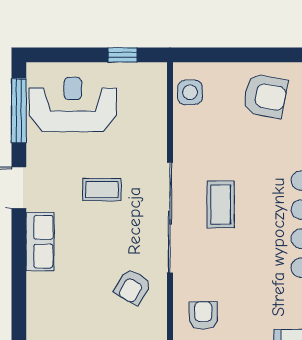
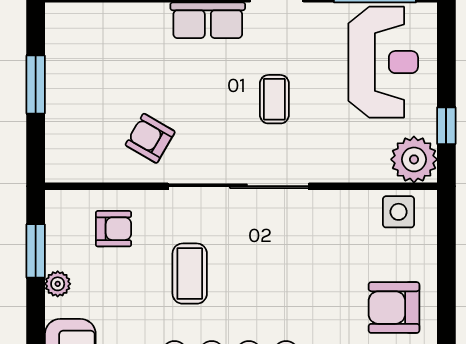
plant: (149, 80) -> (414, 159), added
armchair: (265, 96) -> (394, 308), turned 79
coffee table: (221, 204) -> (190, 274), moved, turned 90

